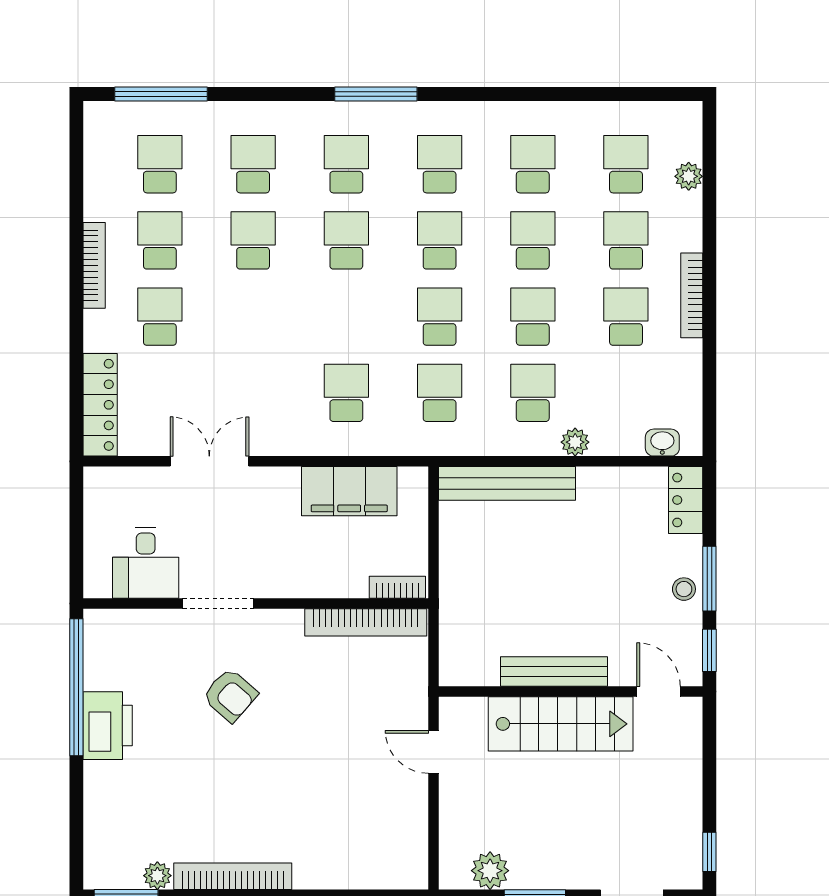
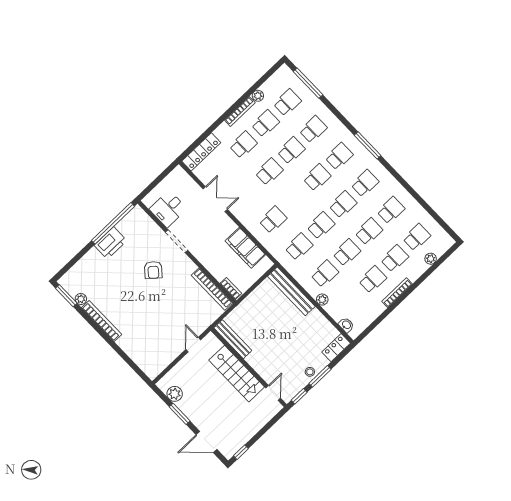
plant: (97, 206) -> (258, 96), added
school desk: (253, 317) -> (269, 172), added
bench: (554, 671) -> (233, 339), moved

